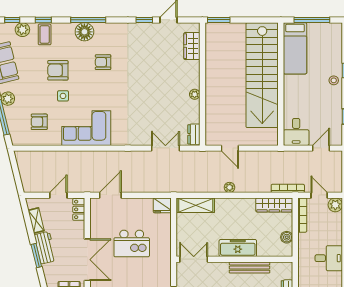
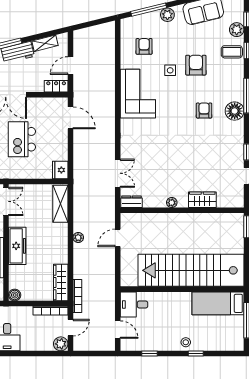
floor lamp: (84, 32) -> (235, 111), moved
wardrobe: (192, 46) -> (202, 200), moved
door: (58, 195) -> (70, 66), swing flipped
boiler: (287, 237) -> (15, 295), moved

